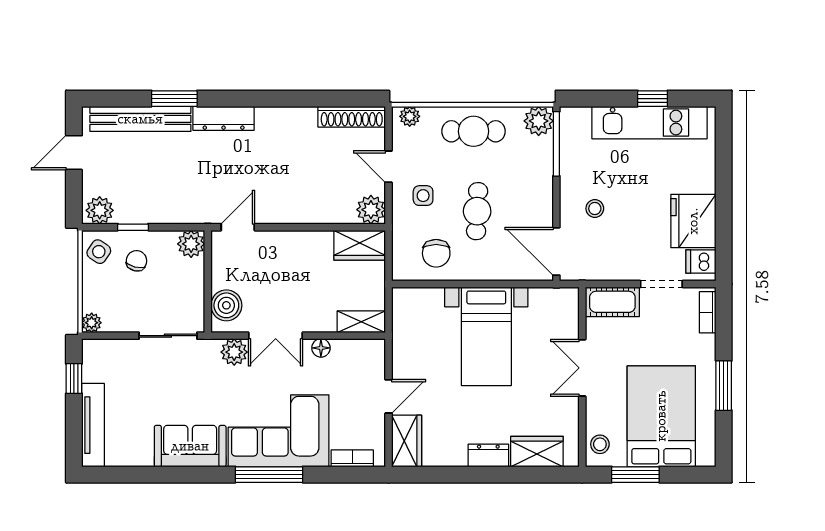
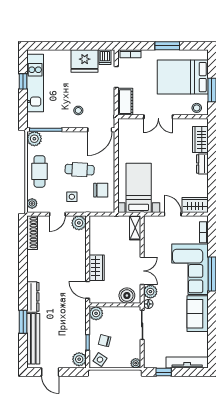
wardrobe: (360, 245) -> (97, 268), moved
bed with nightstands: (486, 336) -> (139, 188), moved, turned -90
floor lamp: (321, 348) -> (148, 304), moved

